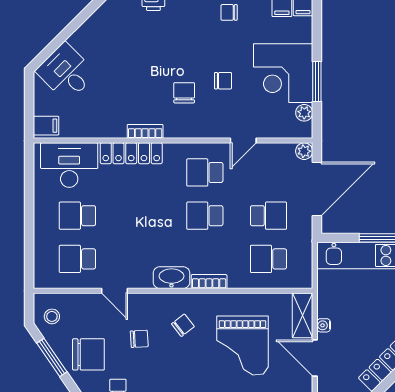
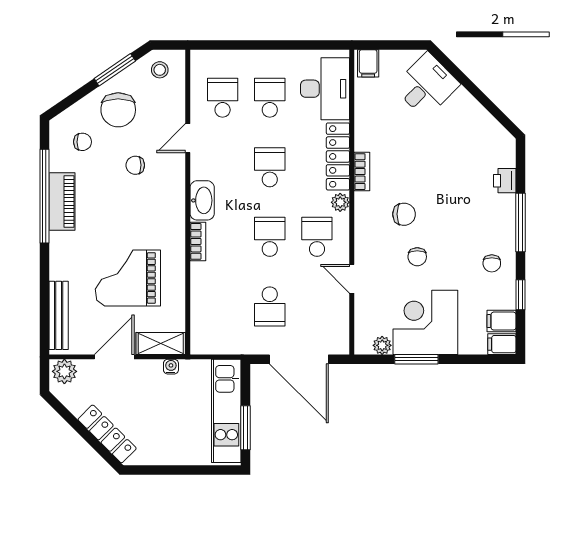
chair: (229, 12) -> (492, 263), turned 180
plant: (304, 151) -> (340, 202), moved
school desk: (269, 259) -> (270, 167), moved
chair: (183, 325) -> (150, 213), removed
water cooler: (324, 325) -> (171, 367), moved
chair: (139, 339) -> (135, 165), turned 93

